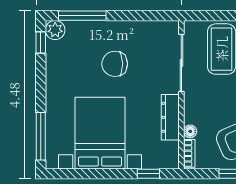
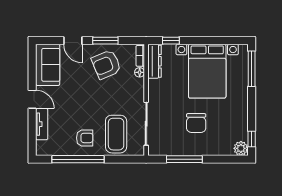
window: (82, 16) -> (184, 159), moved
chair: (115, 64) -> (196, 123), turned 91
dresser: (170, 117) -> (154, 61), moved

